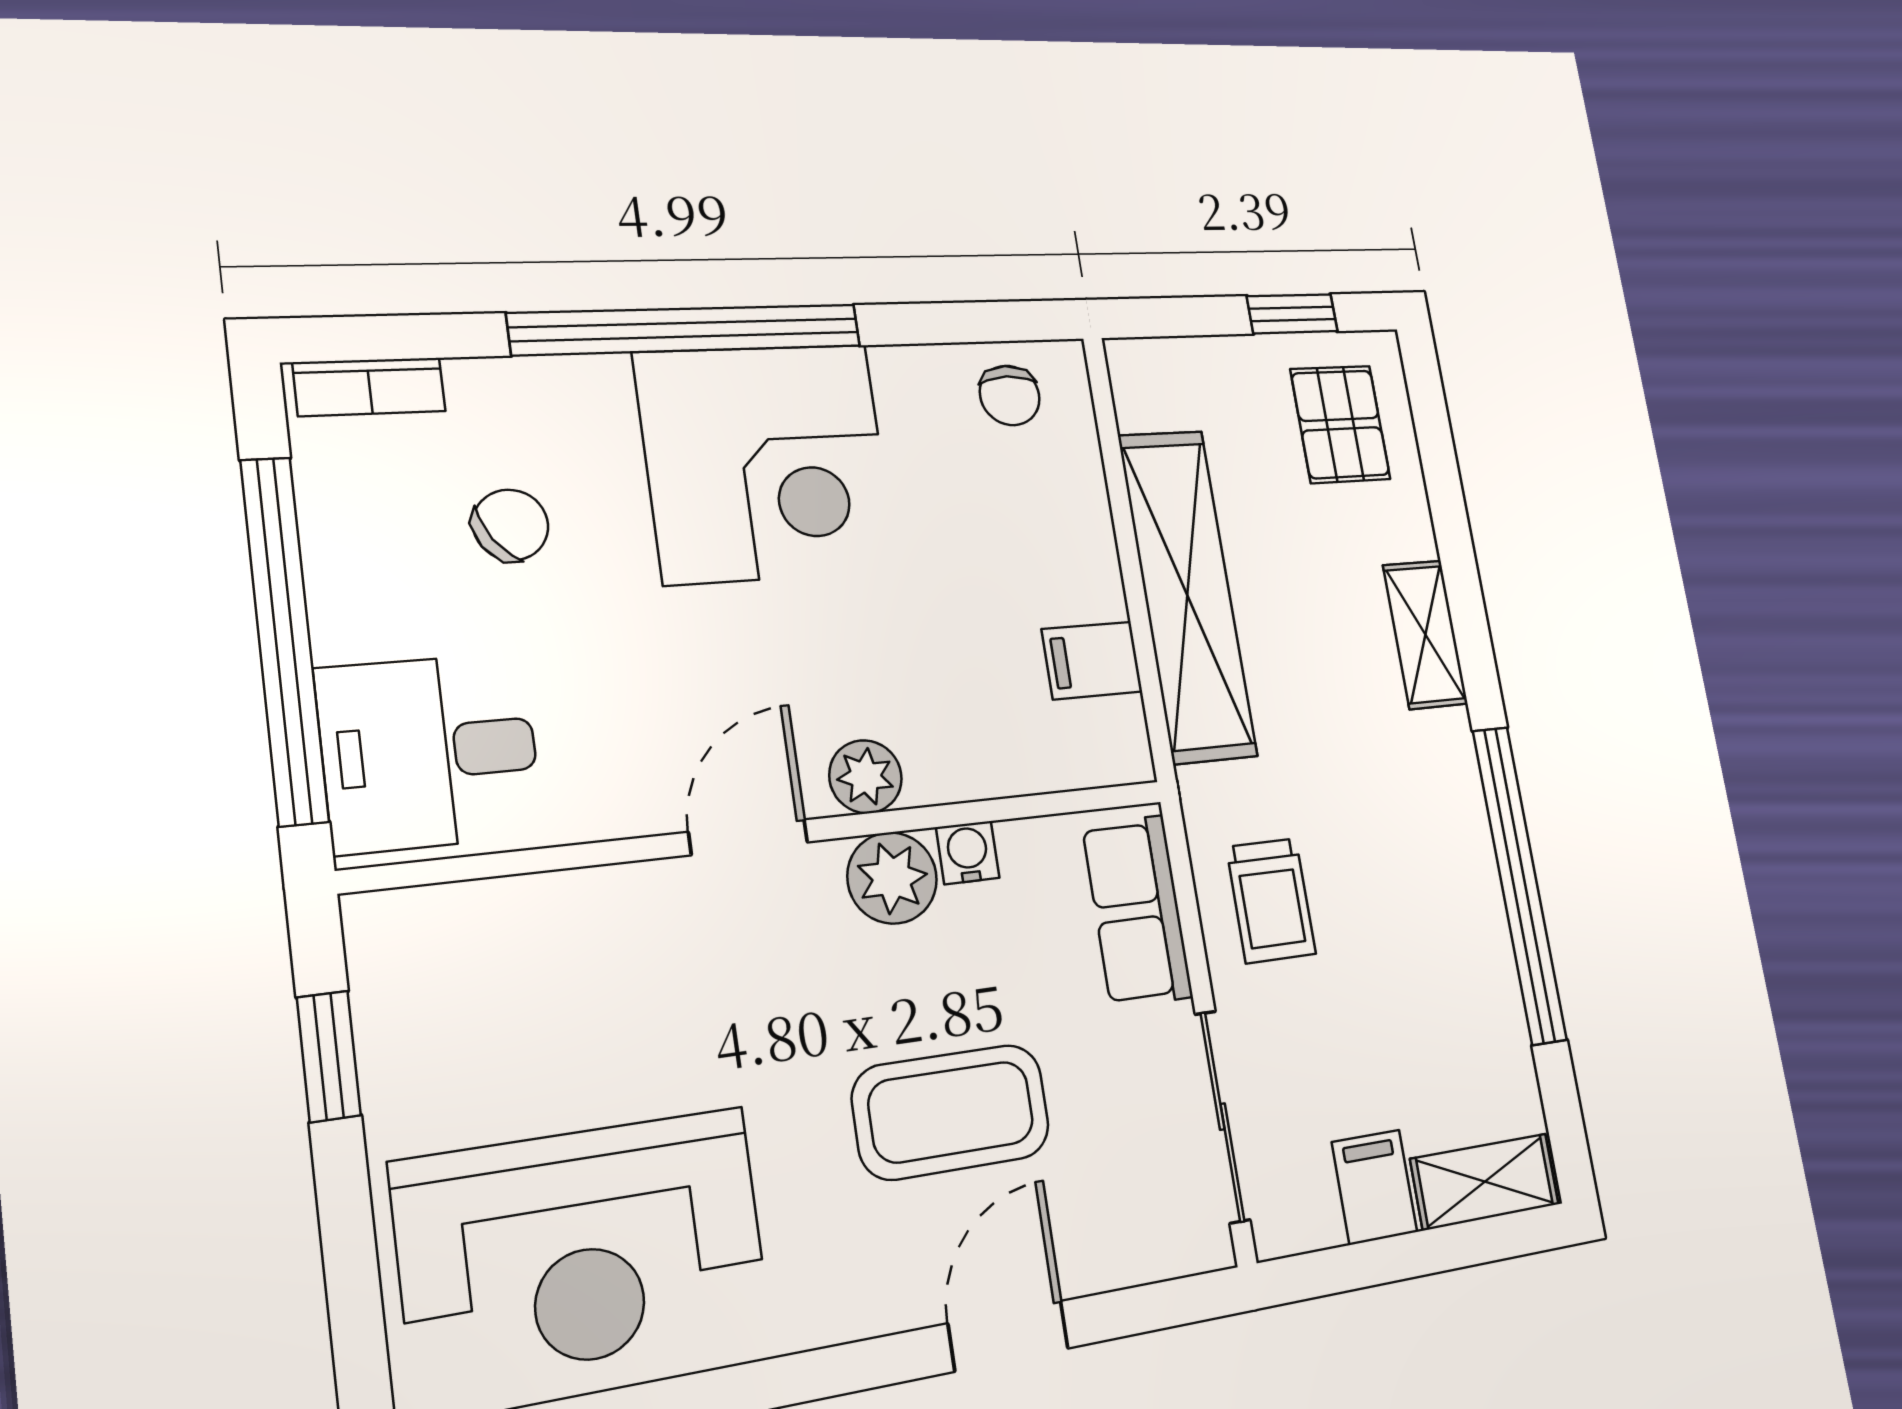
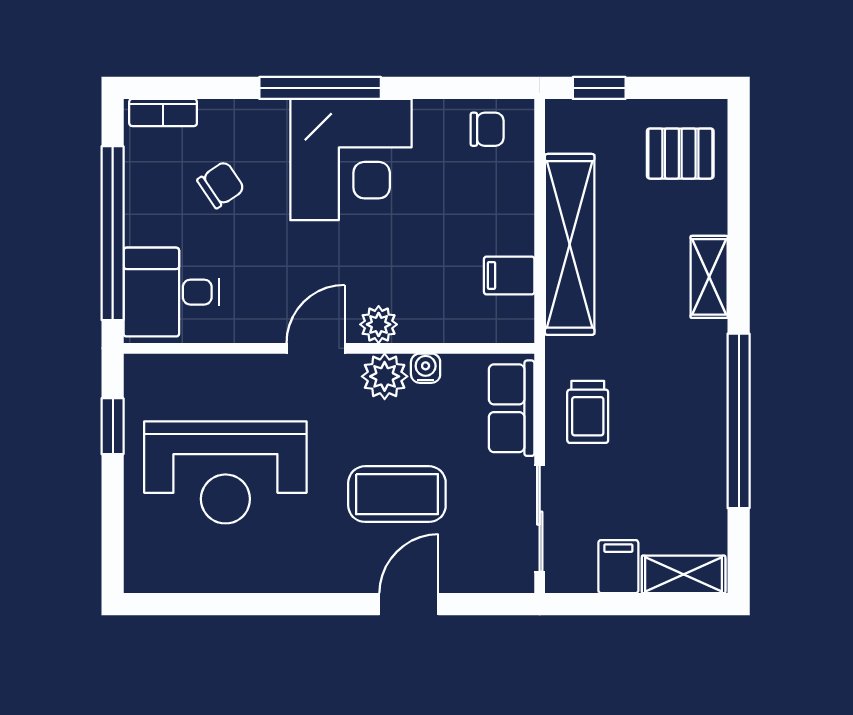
window: (1292, 314) -> (599, 88), moved
window: (687, 330) -> (320, 88), width x0.68
chair: (1010, 395) -> (487, 129), turned -90
pallet: (1340, 424) -> (680, 154), turned 90
reception desk: (583, 1245) -> (225, 472), moved

